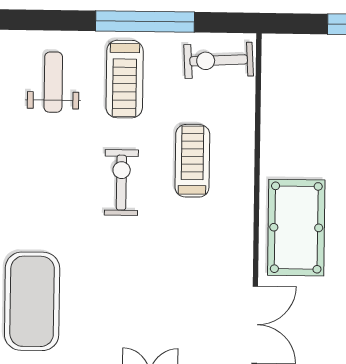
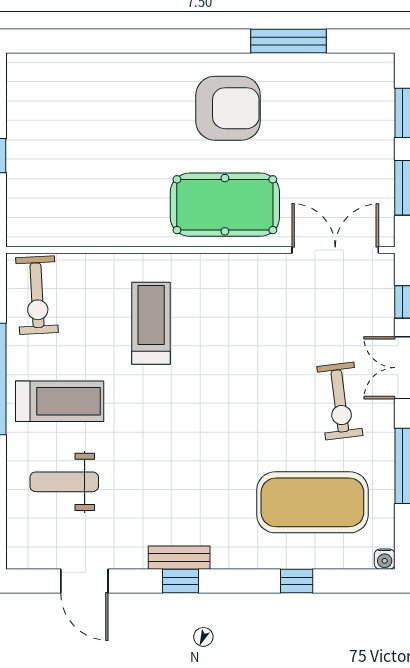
treadmill: (192, 161) -> (151, 323), turned 90
exercise bike: (121, 183) -> (340, 401), moved, turned -97

